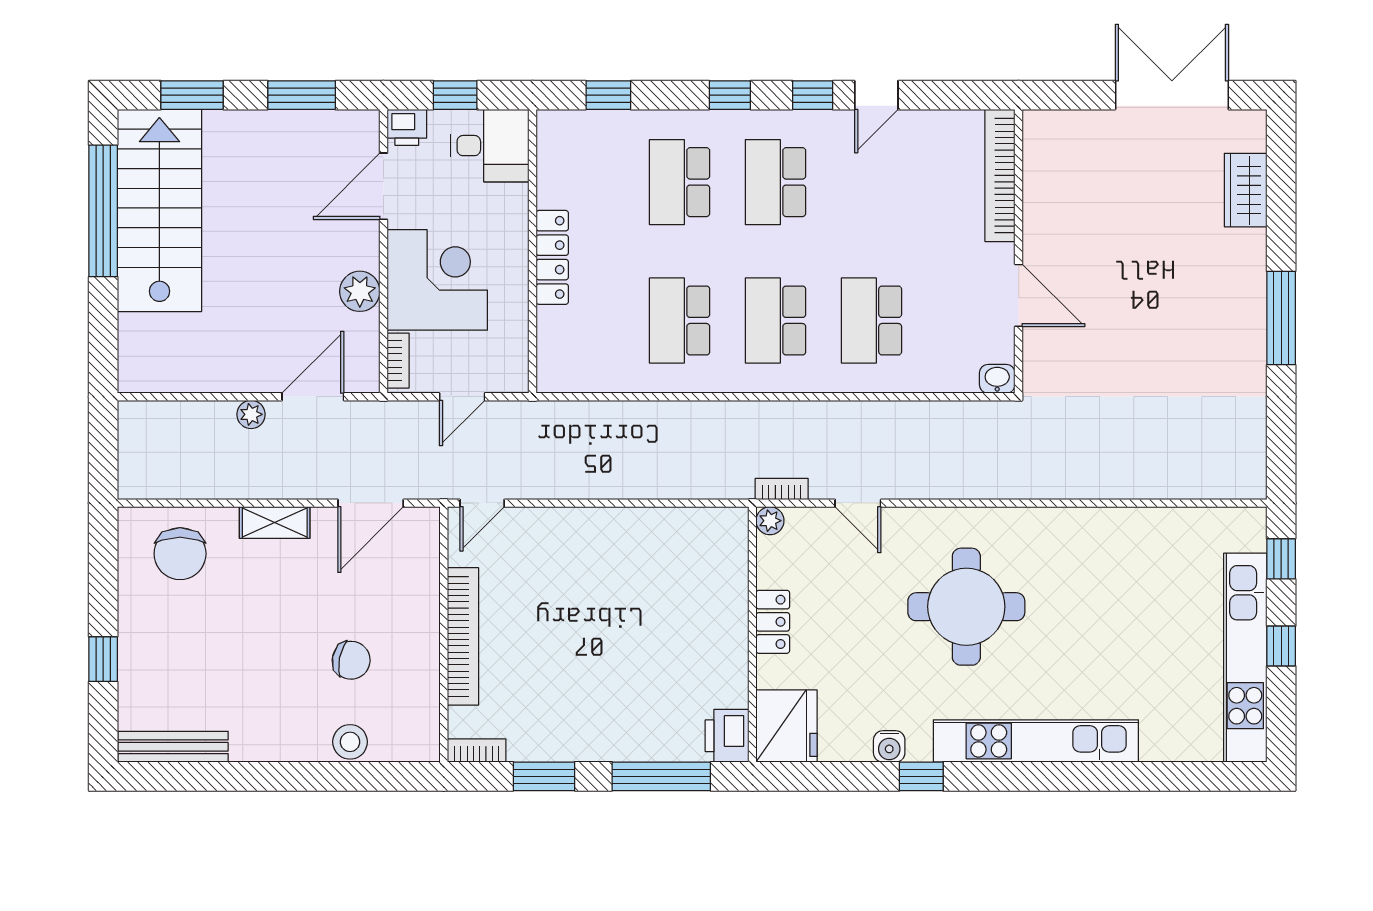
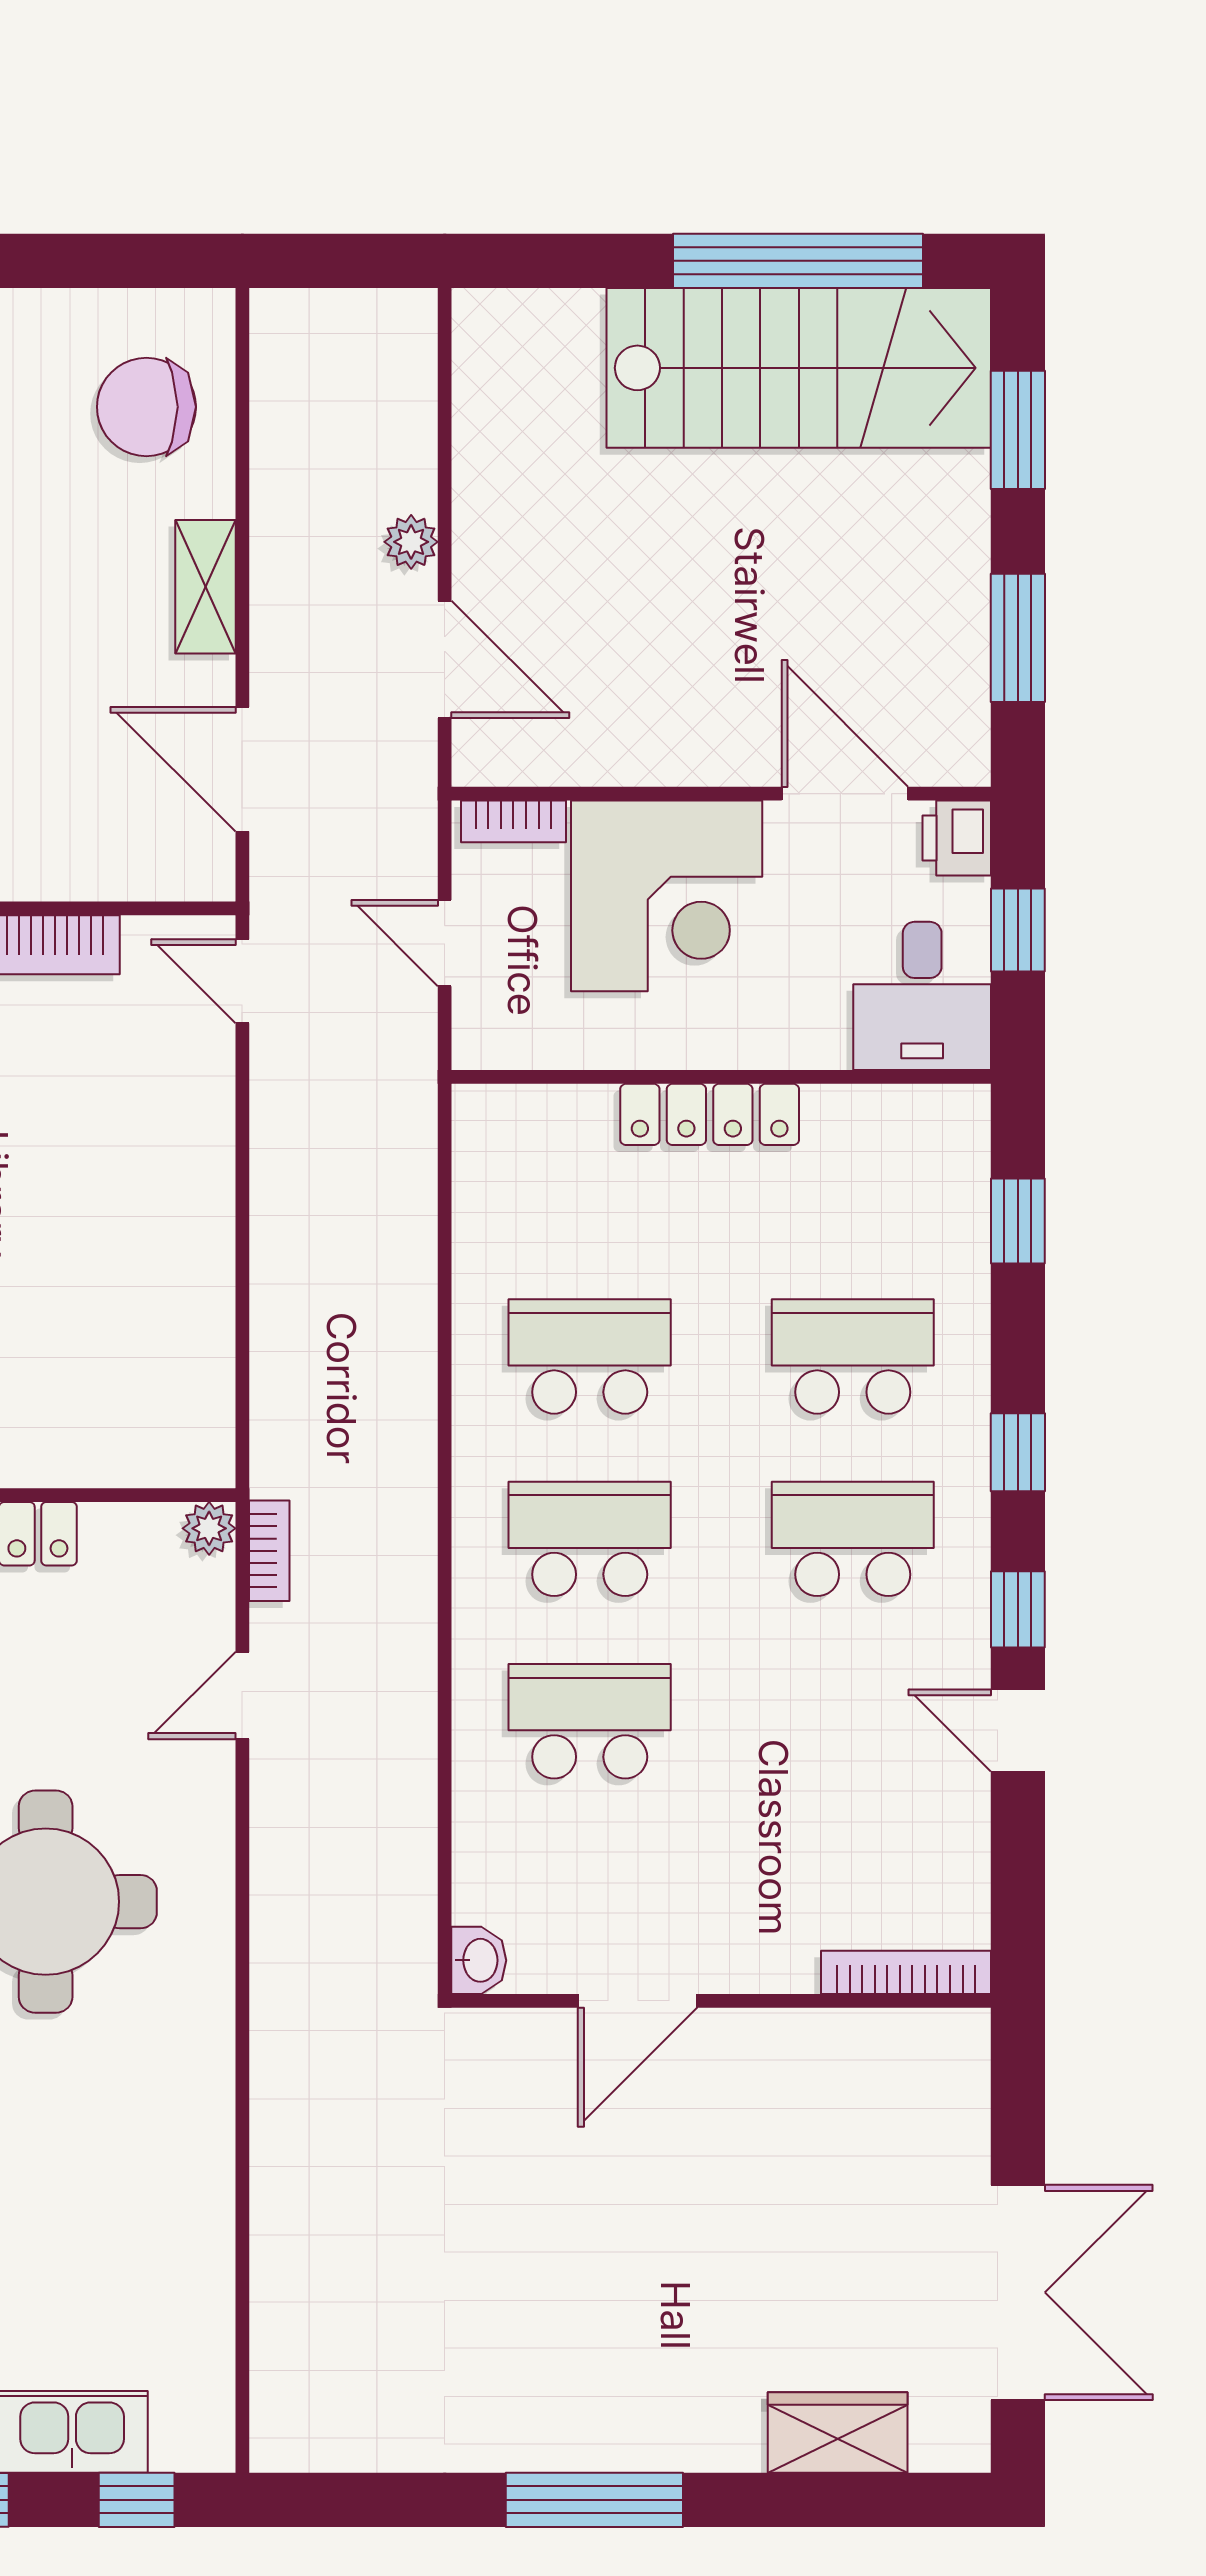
bookcase: (1000, 175) -> (906, 1972), width x0.68, depth x0.76
plant: (360, 291) -> (645, 749), removed

